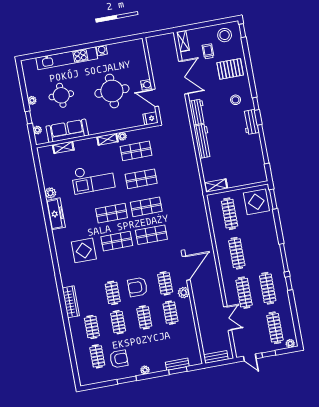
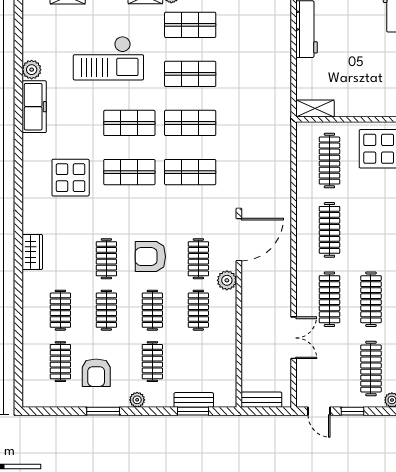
wardrobe: (71, 302) -> (32, 252), width x0.67
clothes rail: (150, 347) -> (152, 362), added
armchair: (119, 359) -> (96, 373), turned 90

